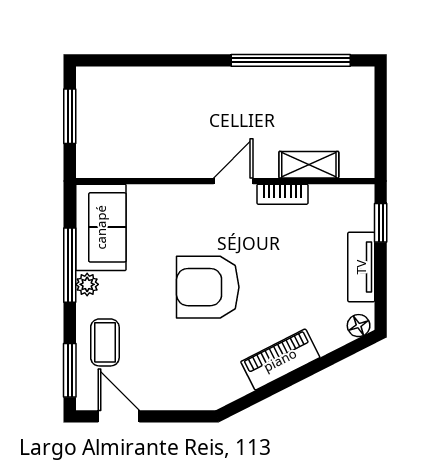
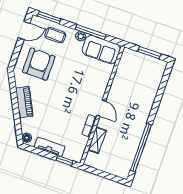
armchair: (208, 287) -> (39, 64), moved

